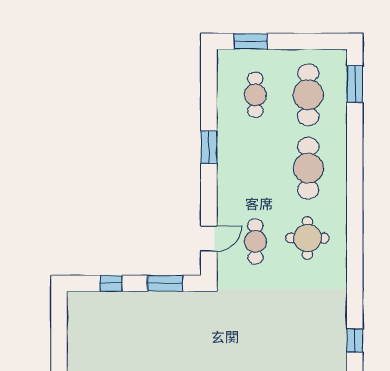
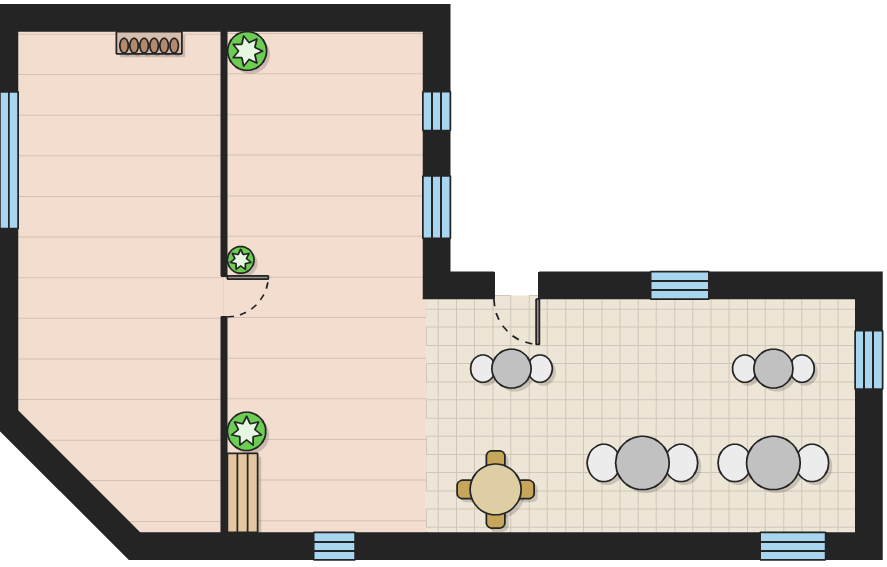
round table: (307, 238) -> (496, 489), moved

